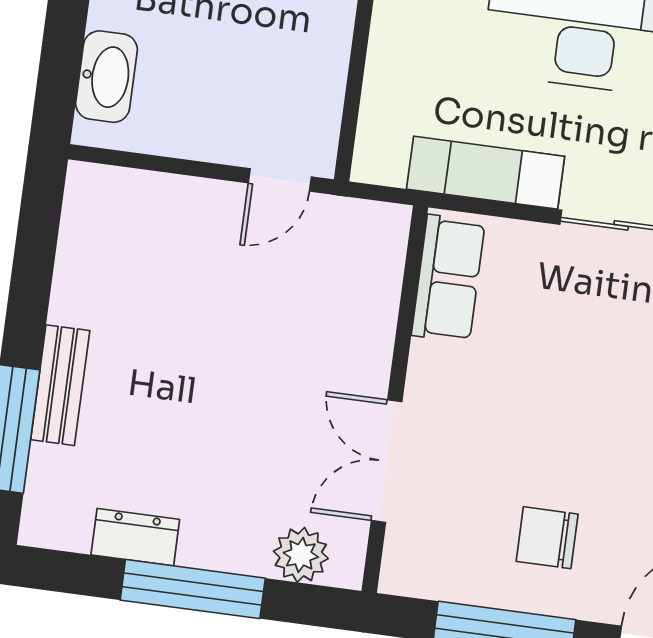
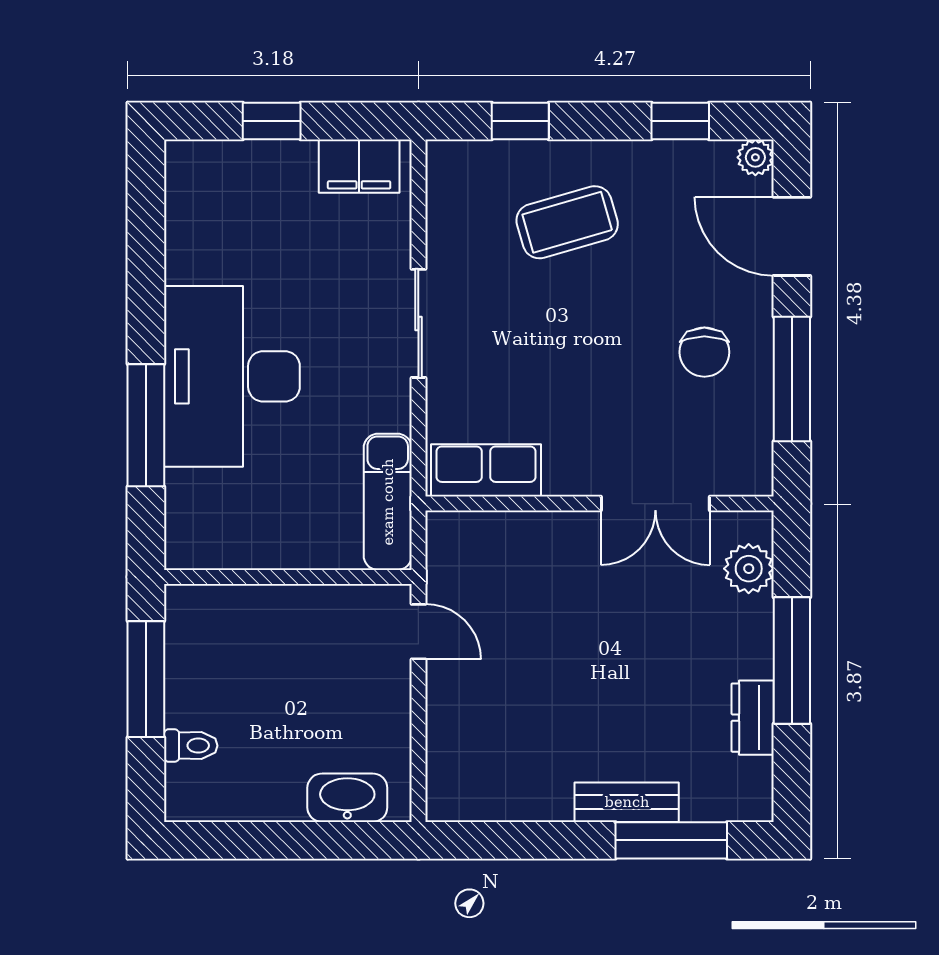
exam couch: (486, 173) -> (388, 502), moved

